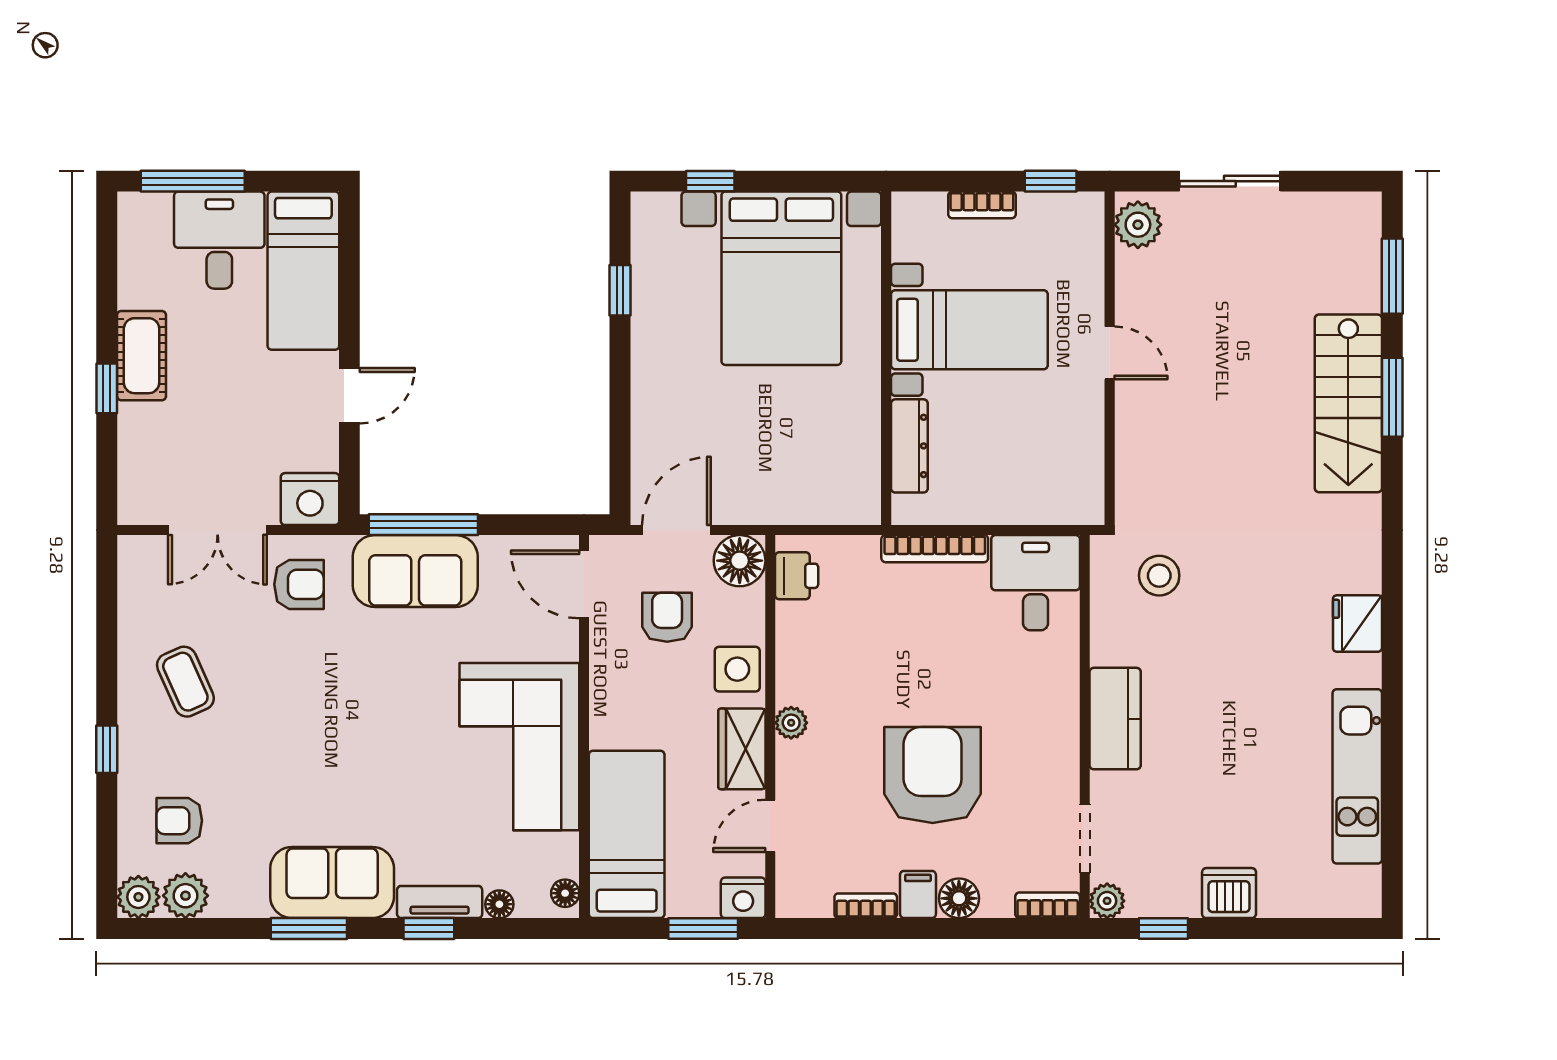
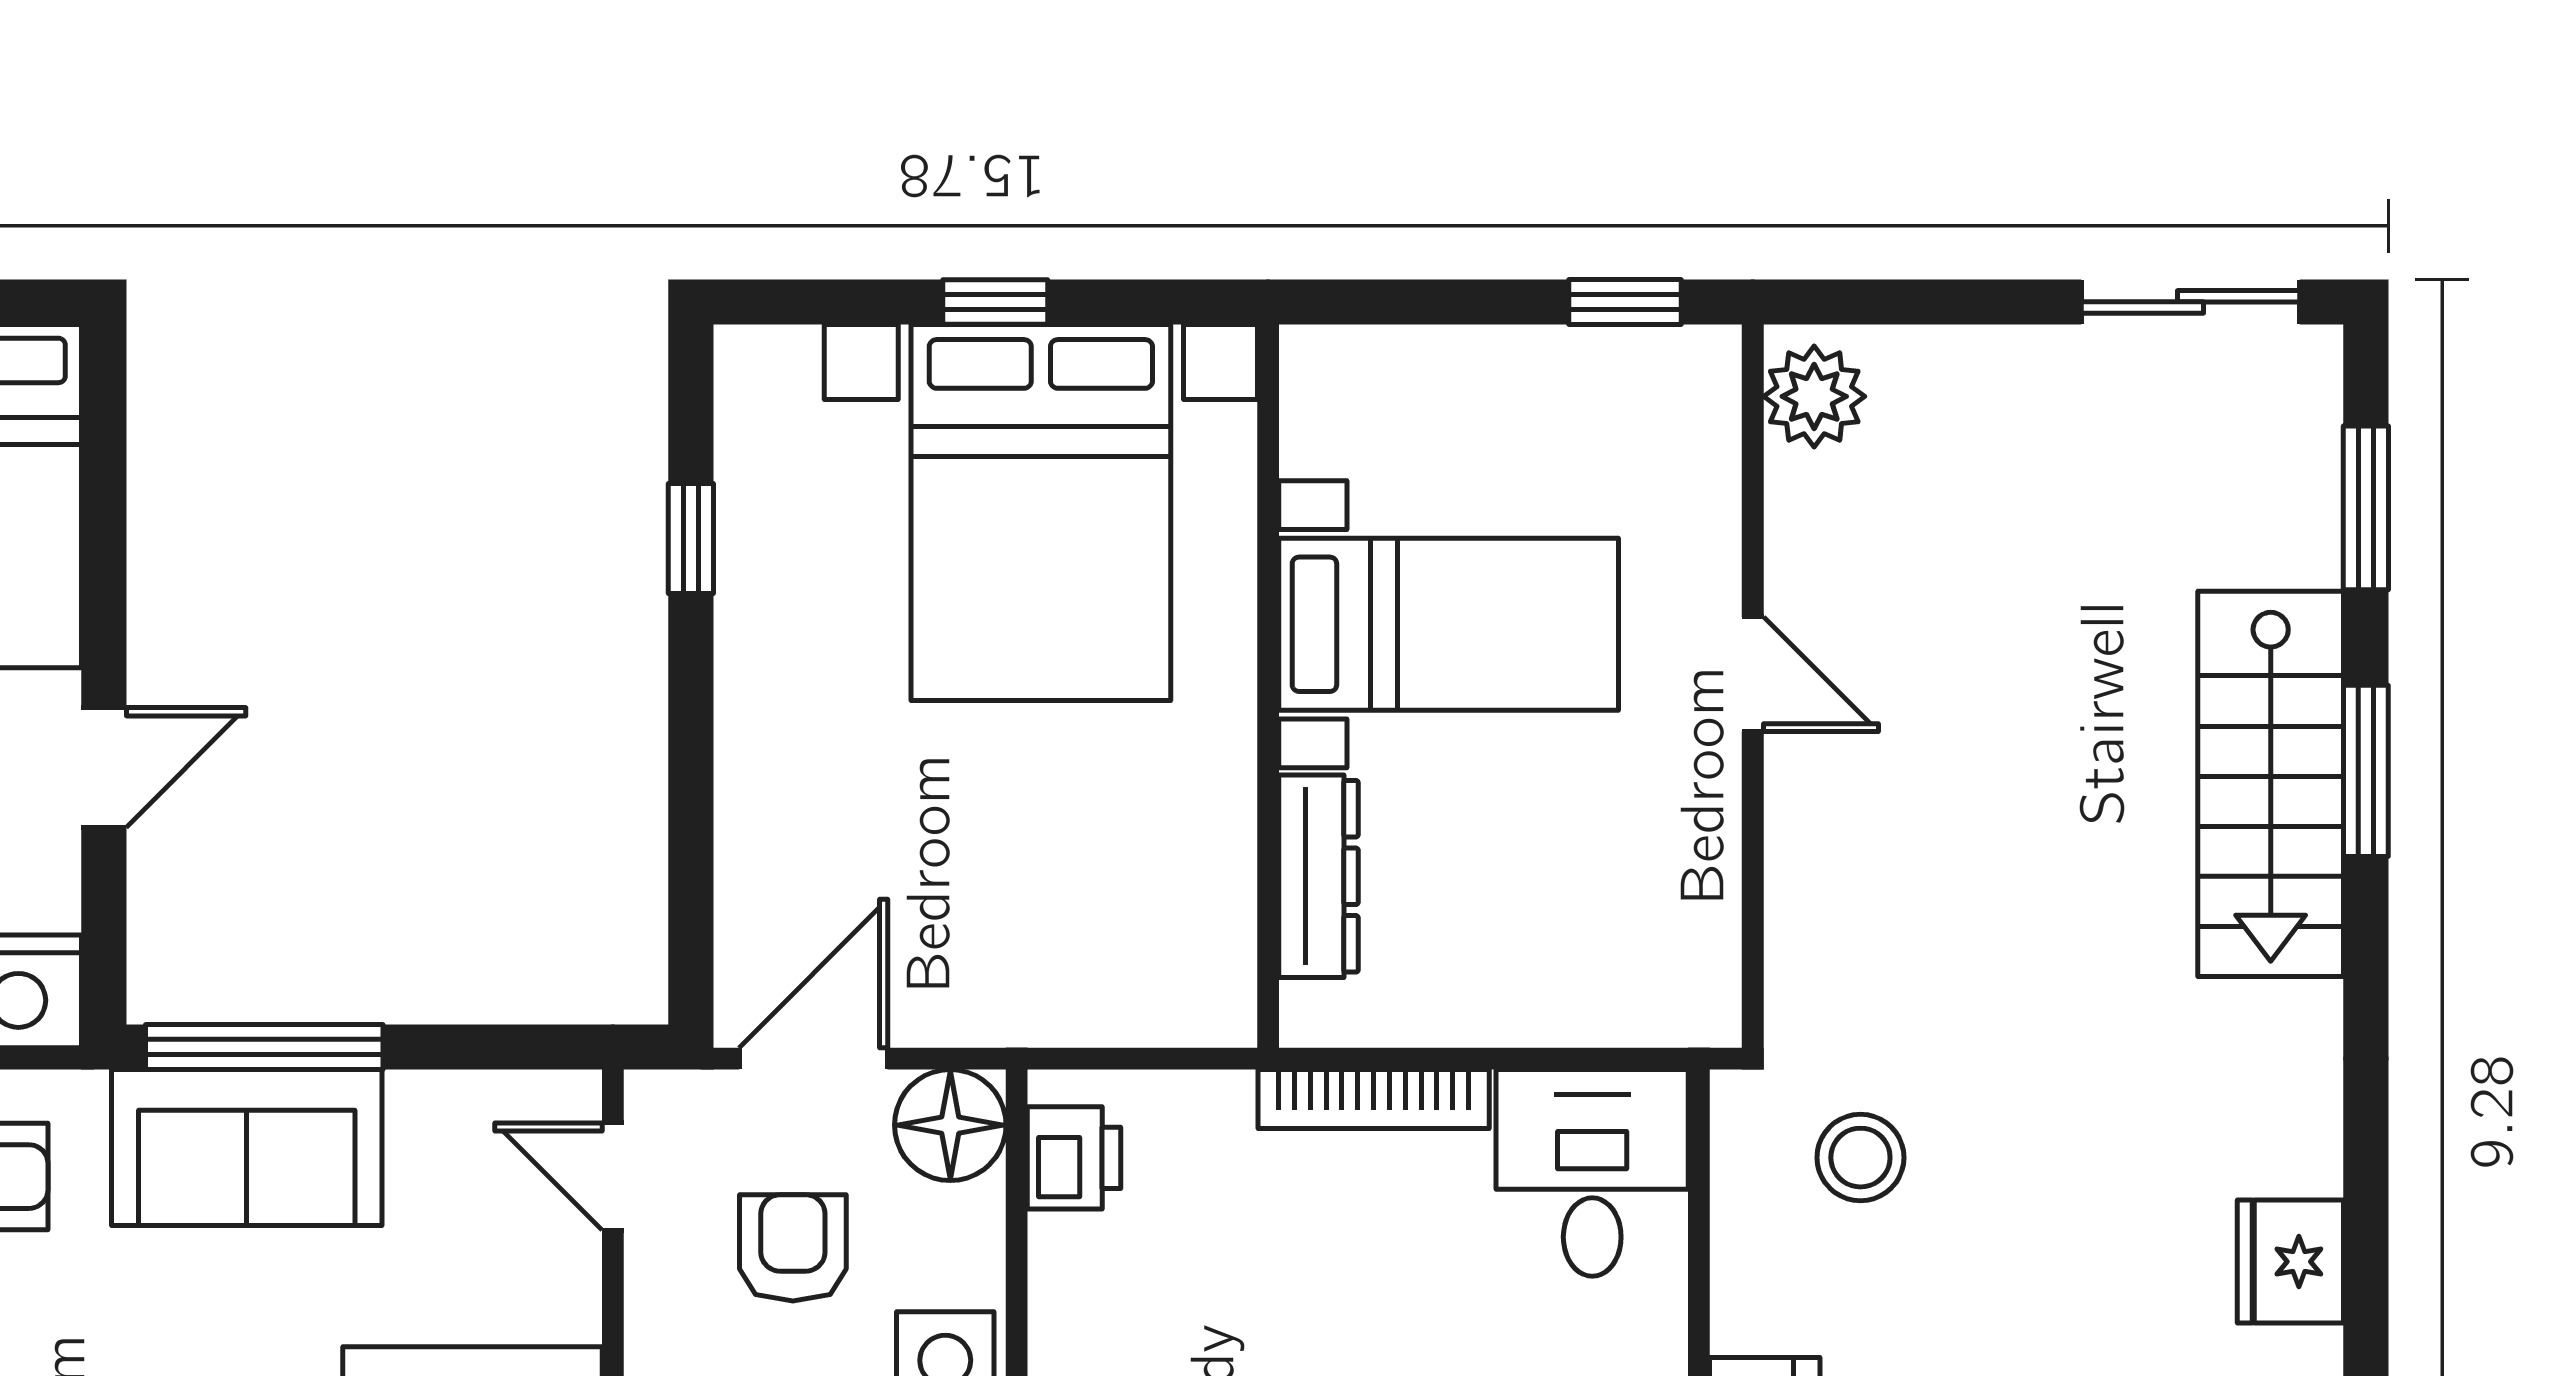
window: (710, 181) -> (995, 302), moved
sliding door: (1230, 181) -> (2191, 302), moved
bookcase: (982, 205) -> (1476, 354), removed
door: (584, 584) -> (613, 1177), width x0.73

